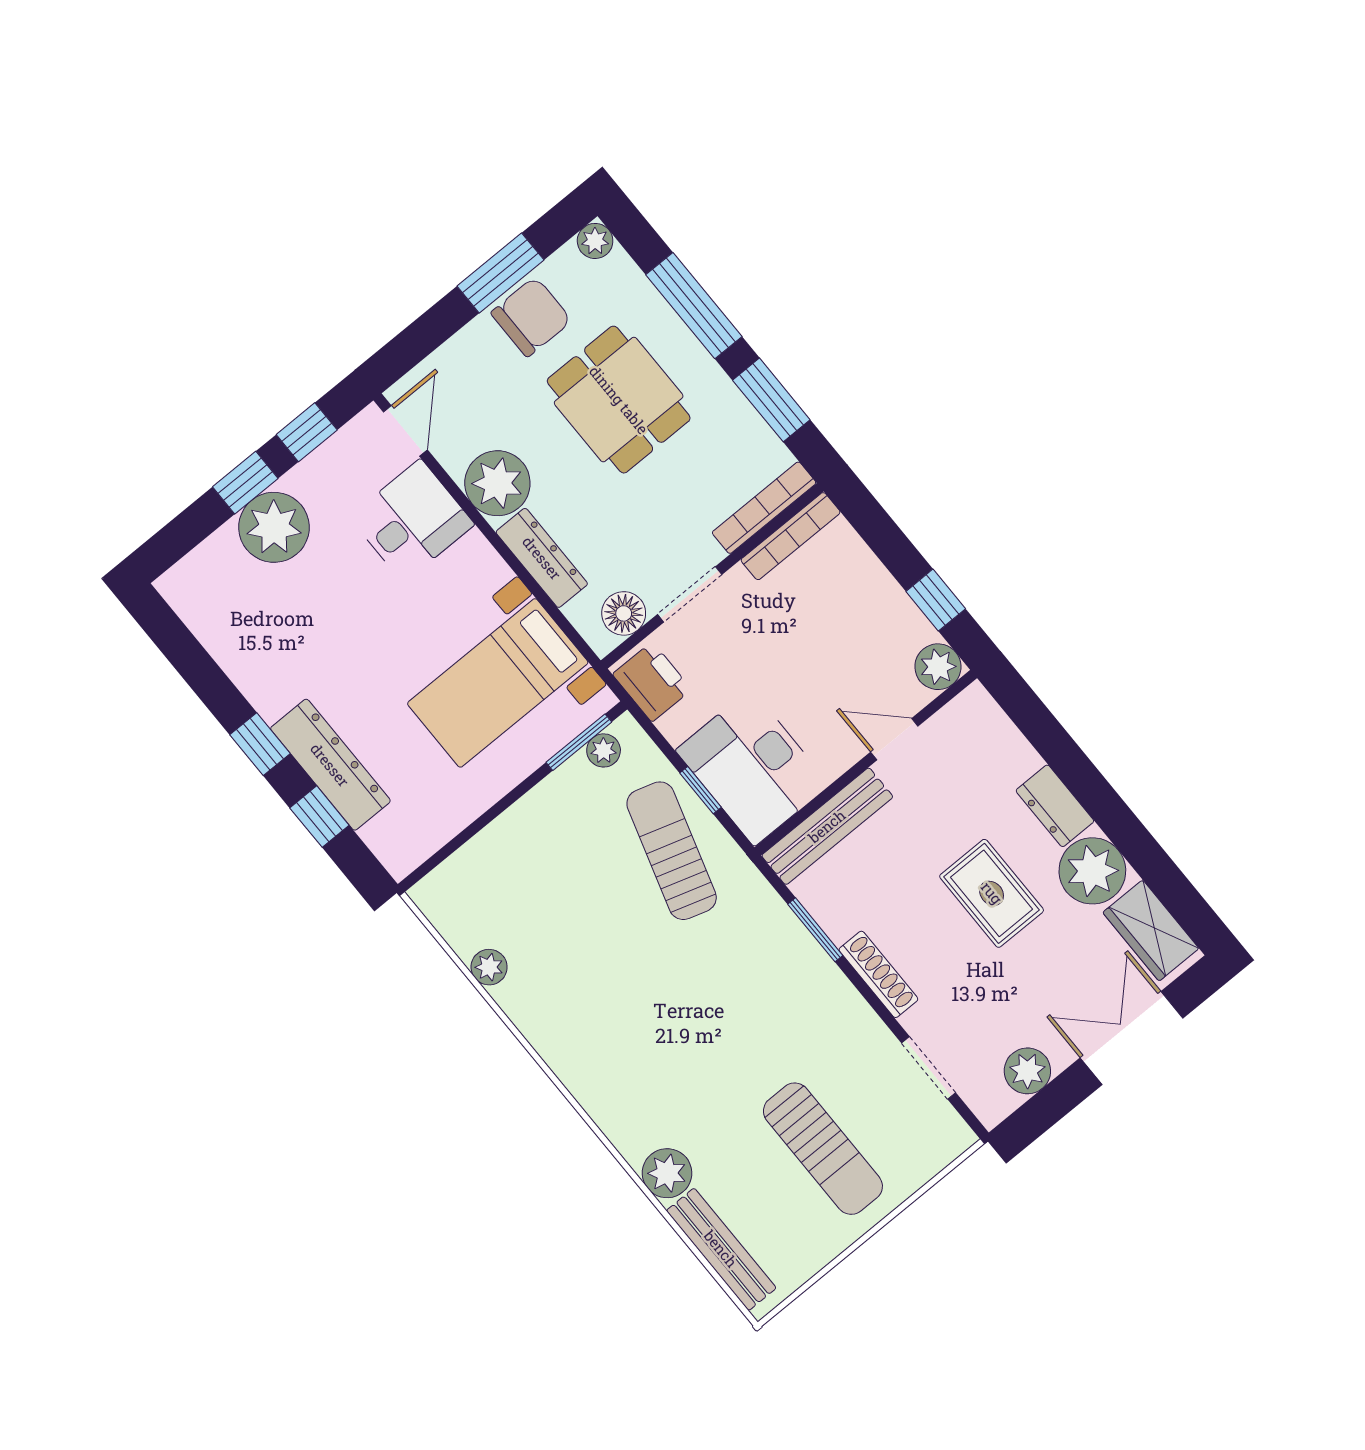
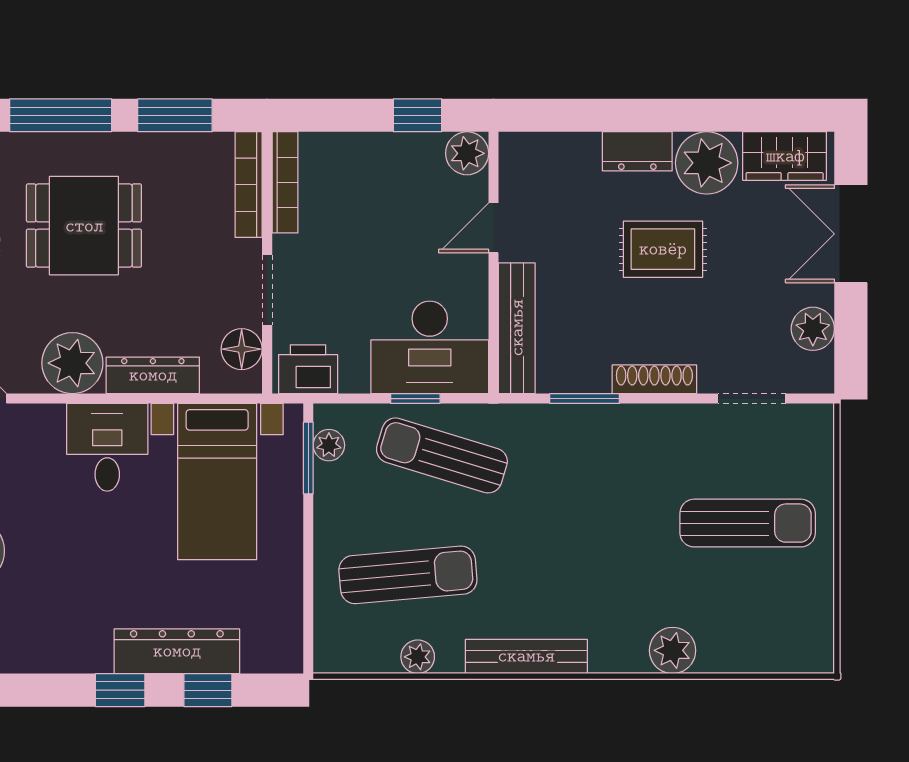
desk: (412, 521) -> (107, 447), moved
sun lounger: (550, 904) -> (408, 575), added
bench: (721, 1249) -> (526, 656), moved

